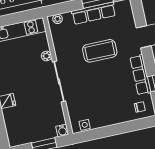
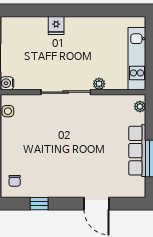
coffee table: (100, 51) -> (91, 148), removed
row of seats: (140, 75) -> (52, 190), removed

